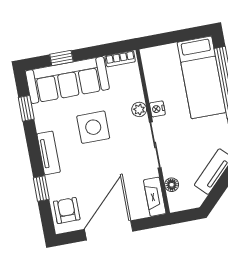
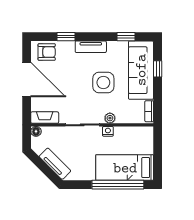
floor lamp: (172, 185) -> (36, 131), moved

